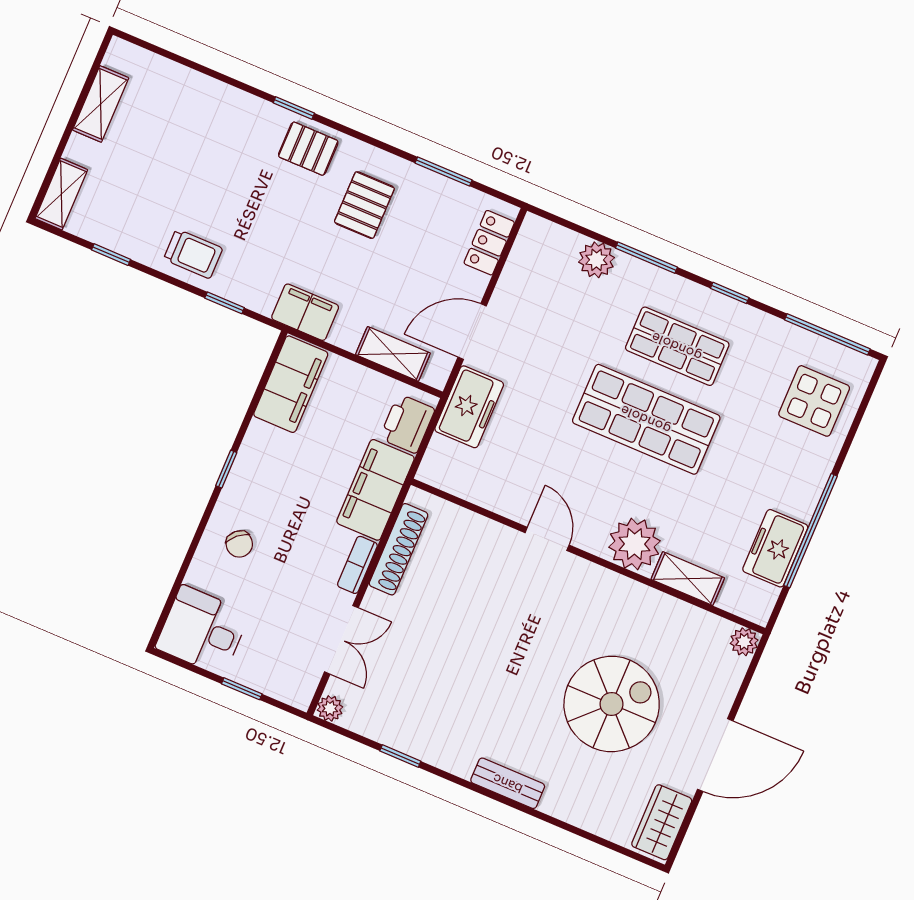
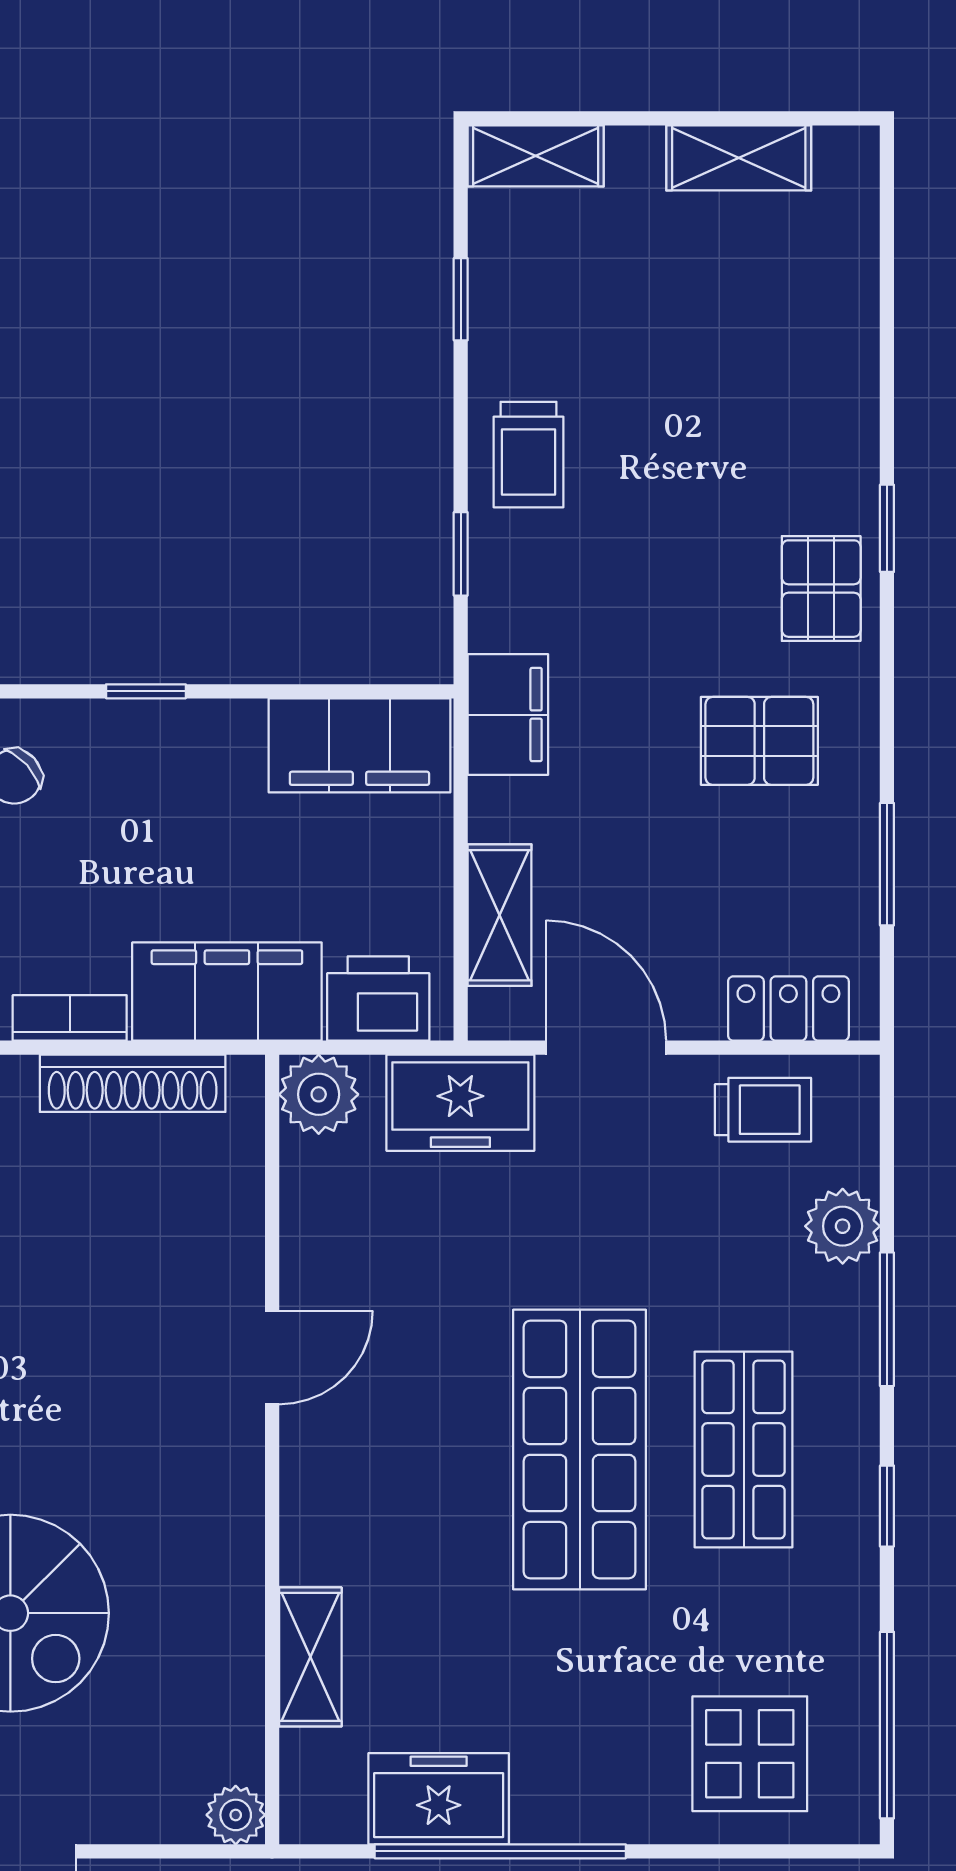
trolley: (530, 273) -> (763, 1110), added
plant: (635, 544) -> (319, 1094), moved, width x0.73, depth x0.73

